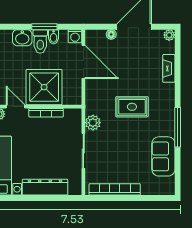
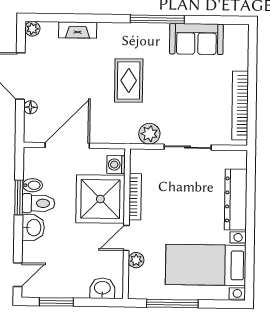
washing machine: (75, 36) -> (116, 165), moved, turned 180

